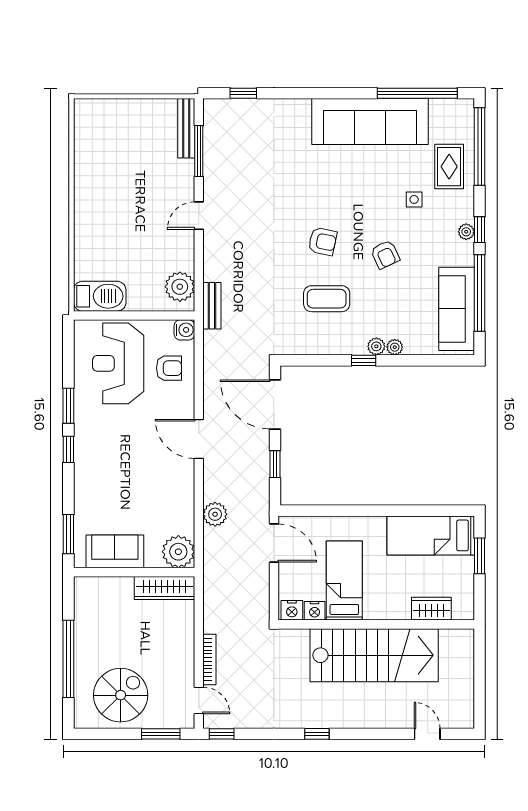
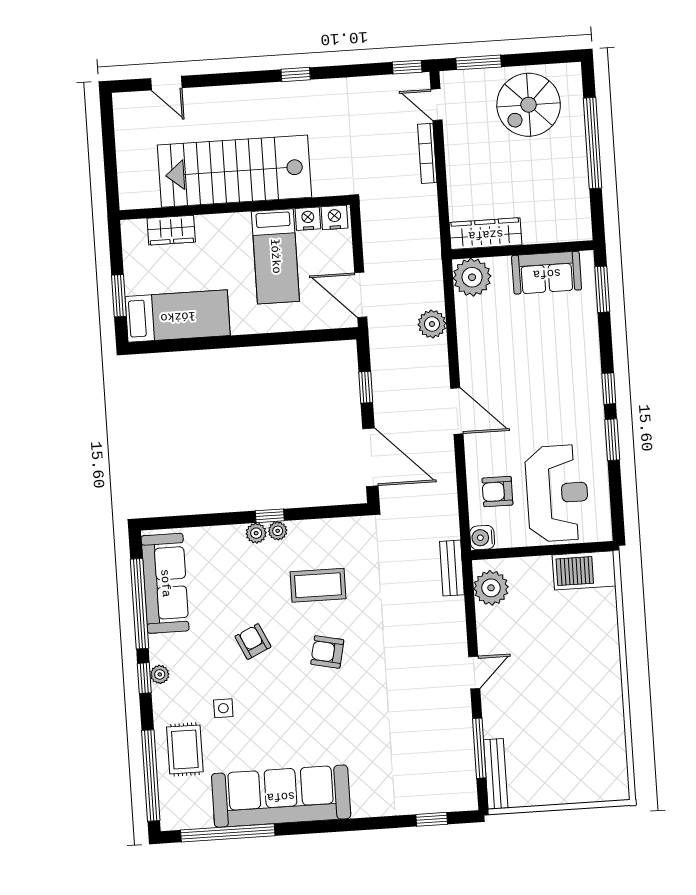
plant: (395, 347) -> (278, 531), moved

